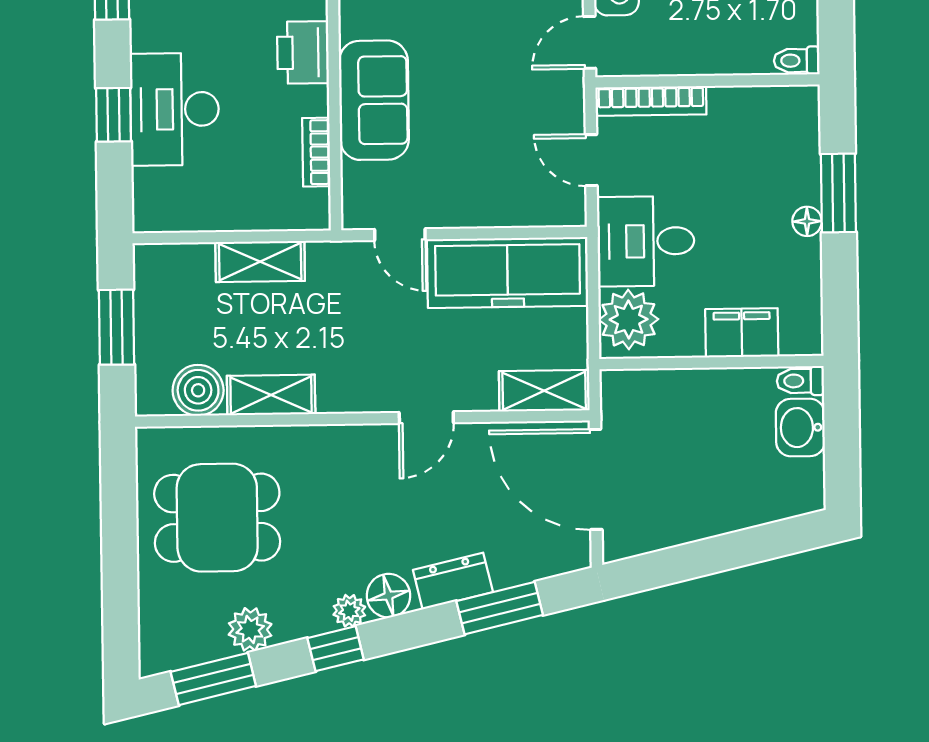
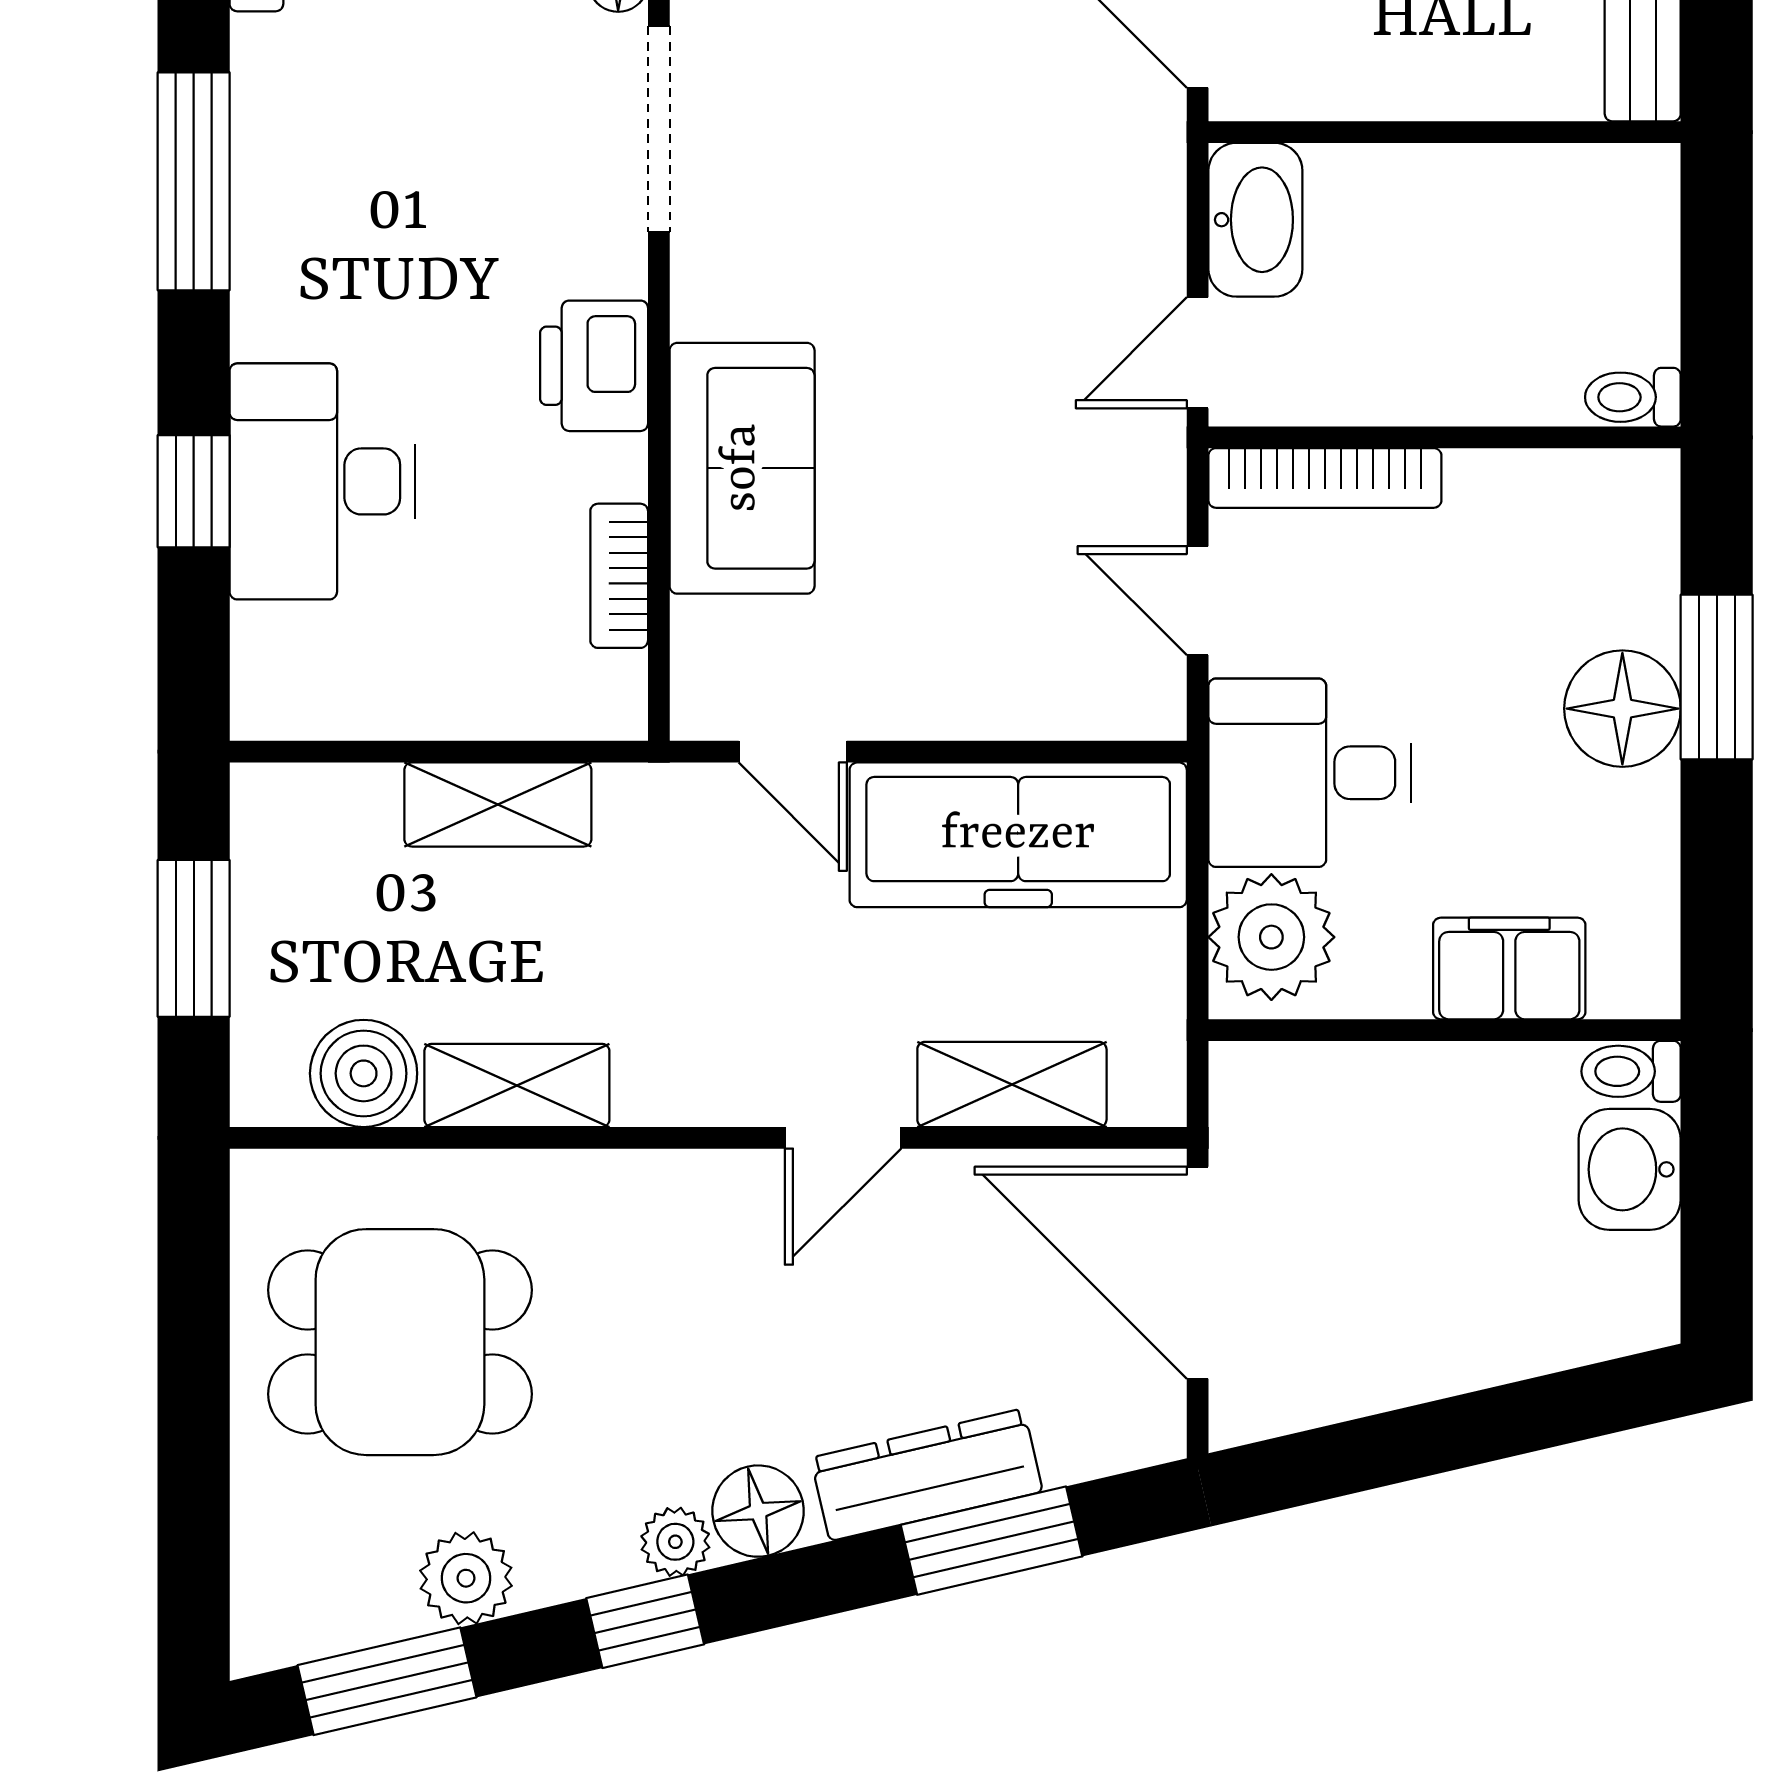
floor lamp: (807, 221) -> (1622, 709), width x1.89, depth x1.89
shelving: (544, 391) -> (1012, 1084), moved
dresser: (453, 581) -> (927, 1475), width x1.44

